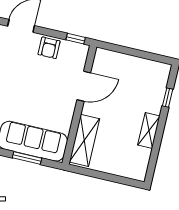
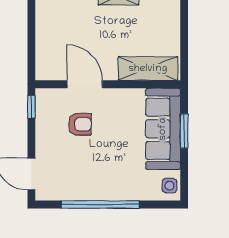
armchair: (49, 48) -> (80, 124), moved

